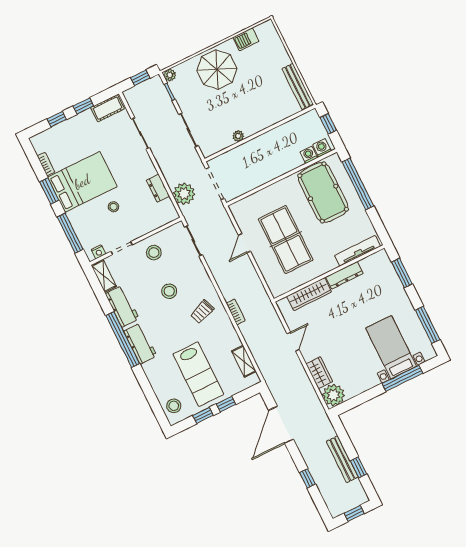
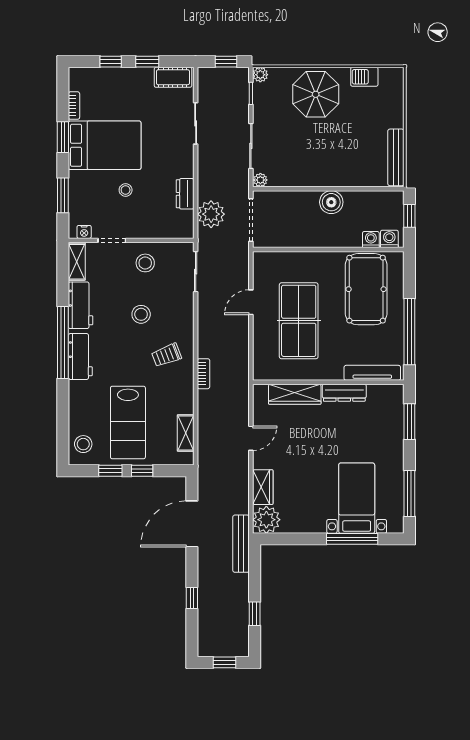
plant: (238, 136) -> (260, 180), moved
boiler: (267, 142) -> (331, 202), added
window: (358, 184) -> (409, 332), moved
window: (70, 233) -> (63, 195), width x0.69
bench: (342, 459) -> (241, 544), moved

